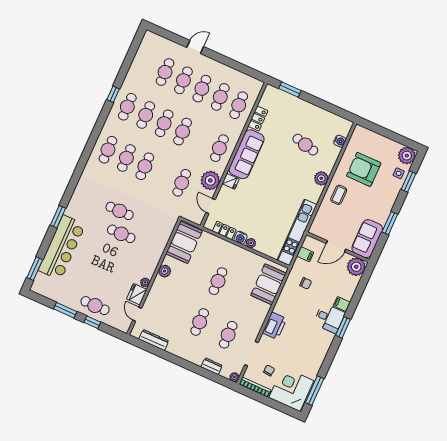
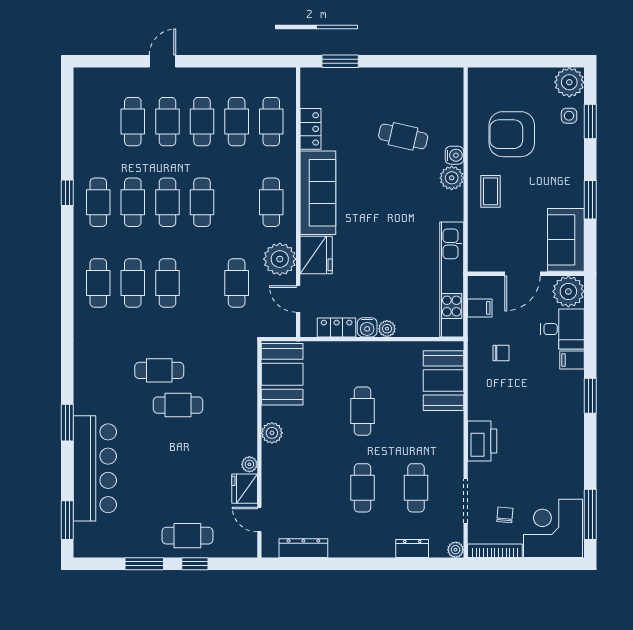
water cooler: (340, 141) -> (454, 155), moved
fridge: (231, 181) -> (316, 255), width x1.88, depth x1.34
desk: (329, 318) -> (562, 329), moved

